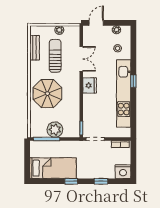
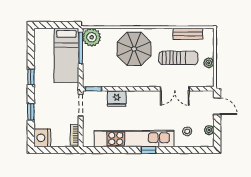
fridge: (90, 85) -> (117, 99), moved
plant: (55, 130) -> (92, 37), moved
bed: (53, 168) -> (66, 55), moved

